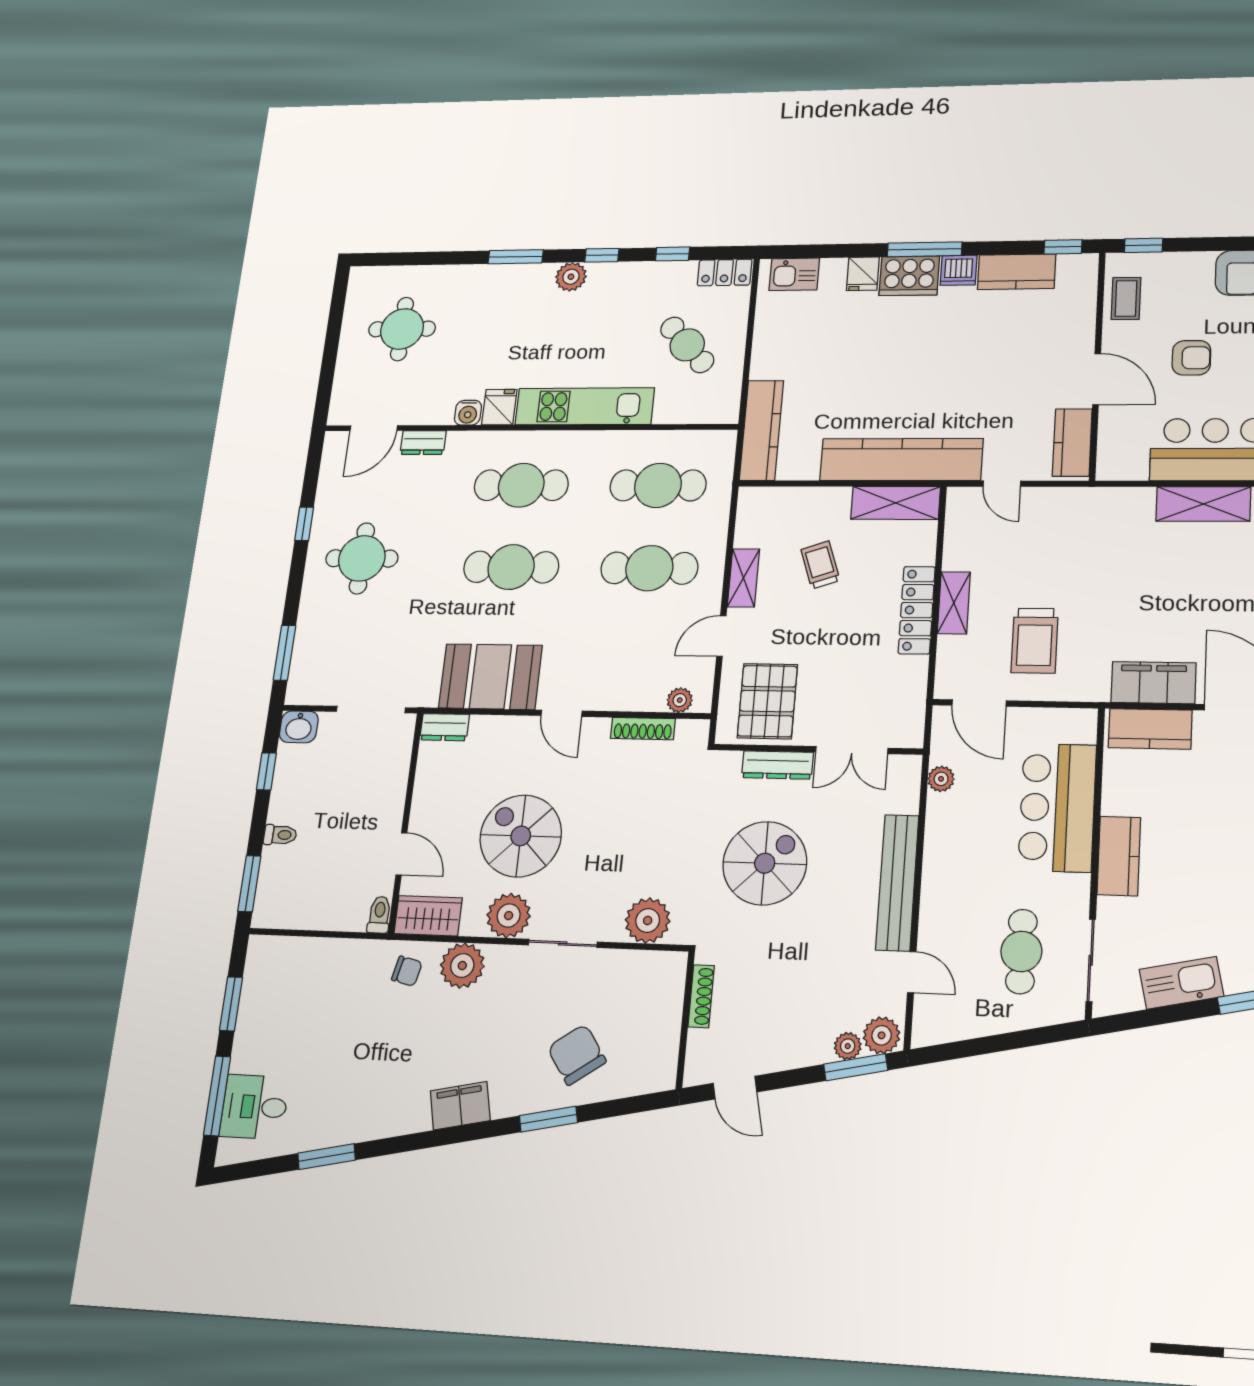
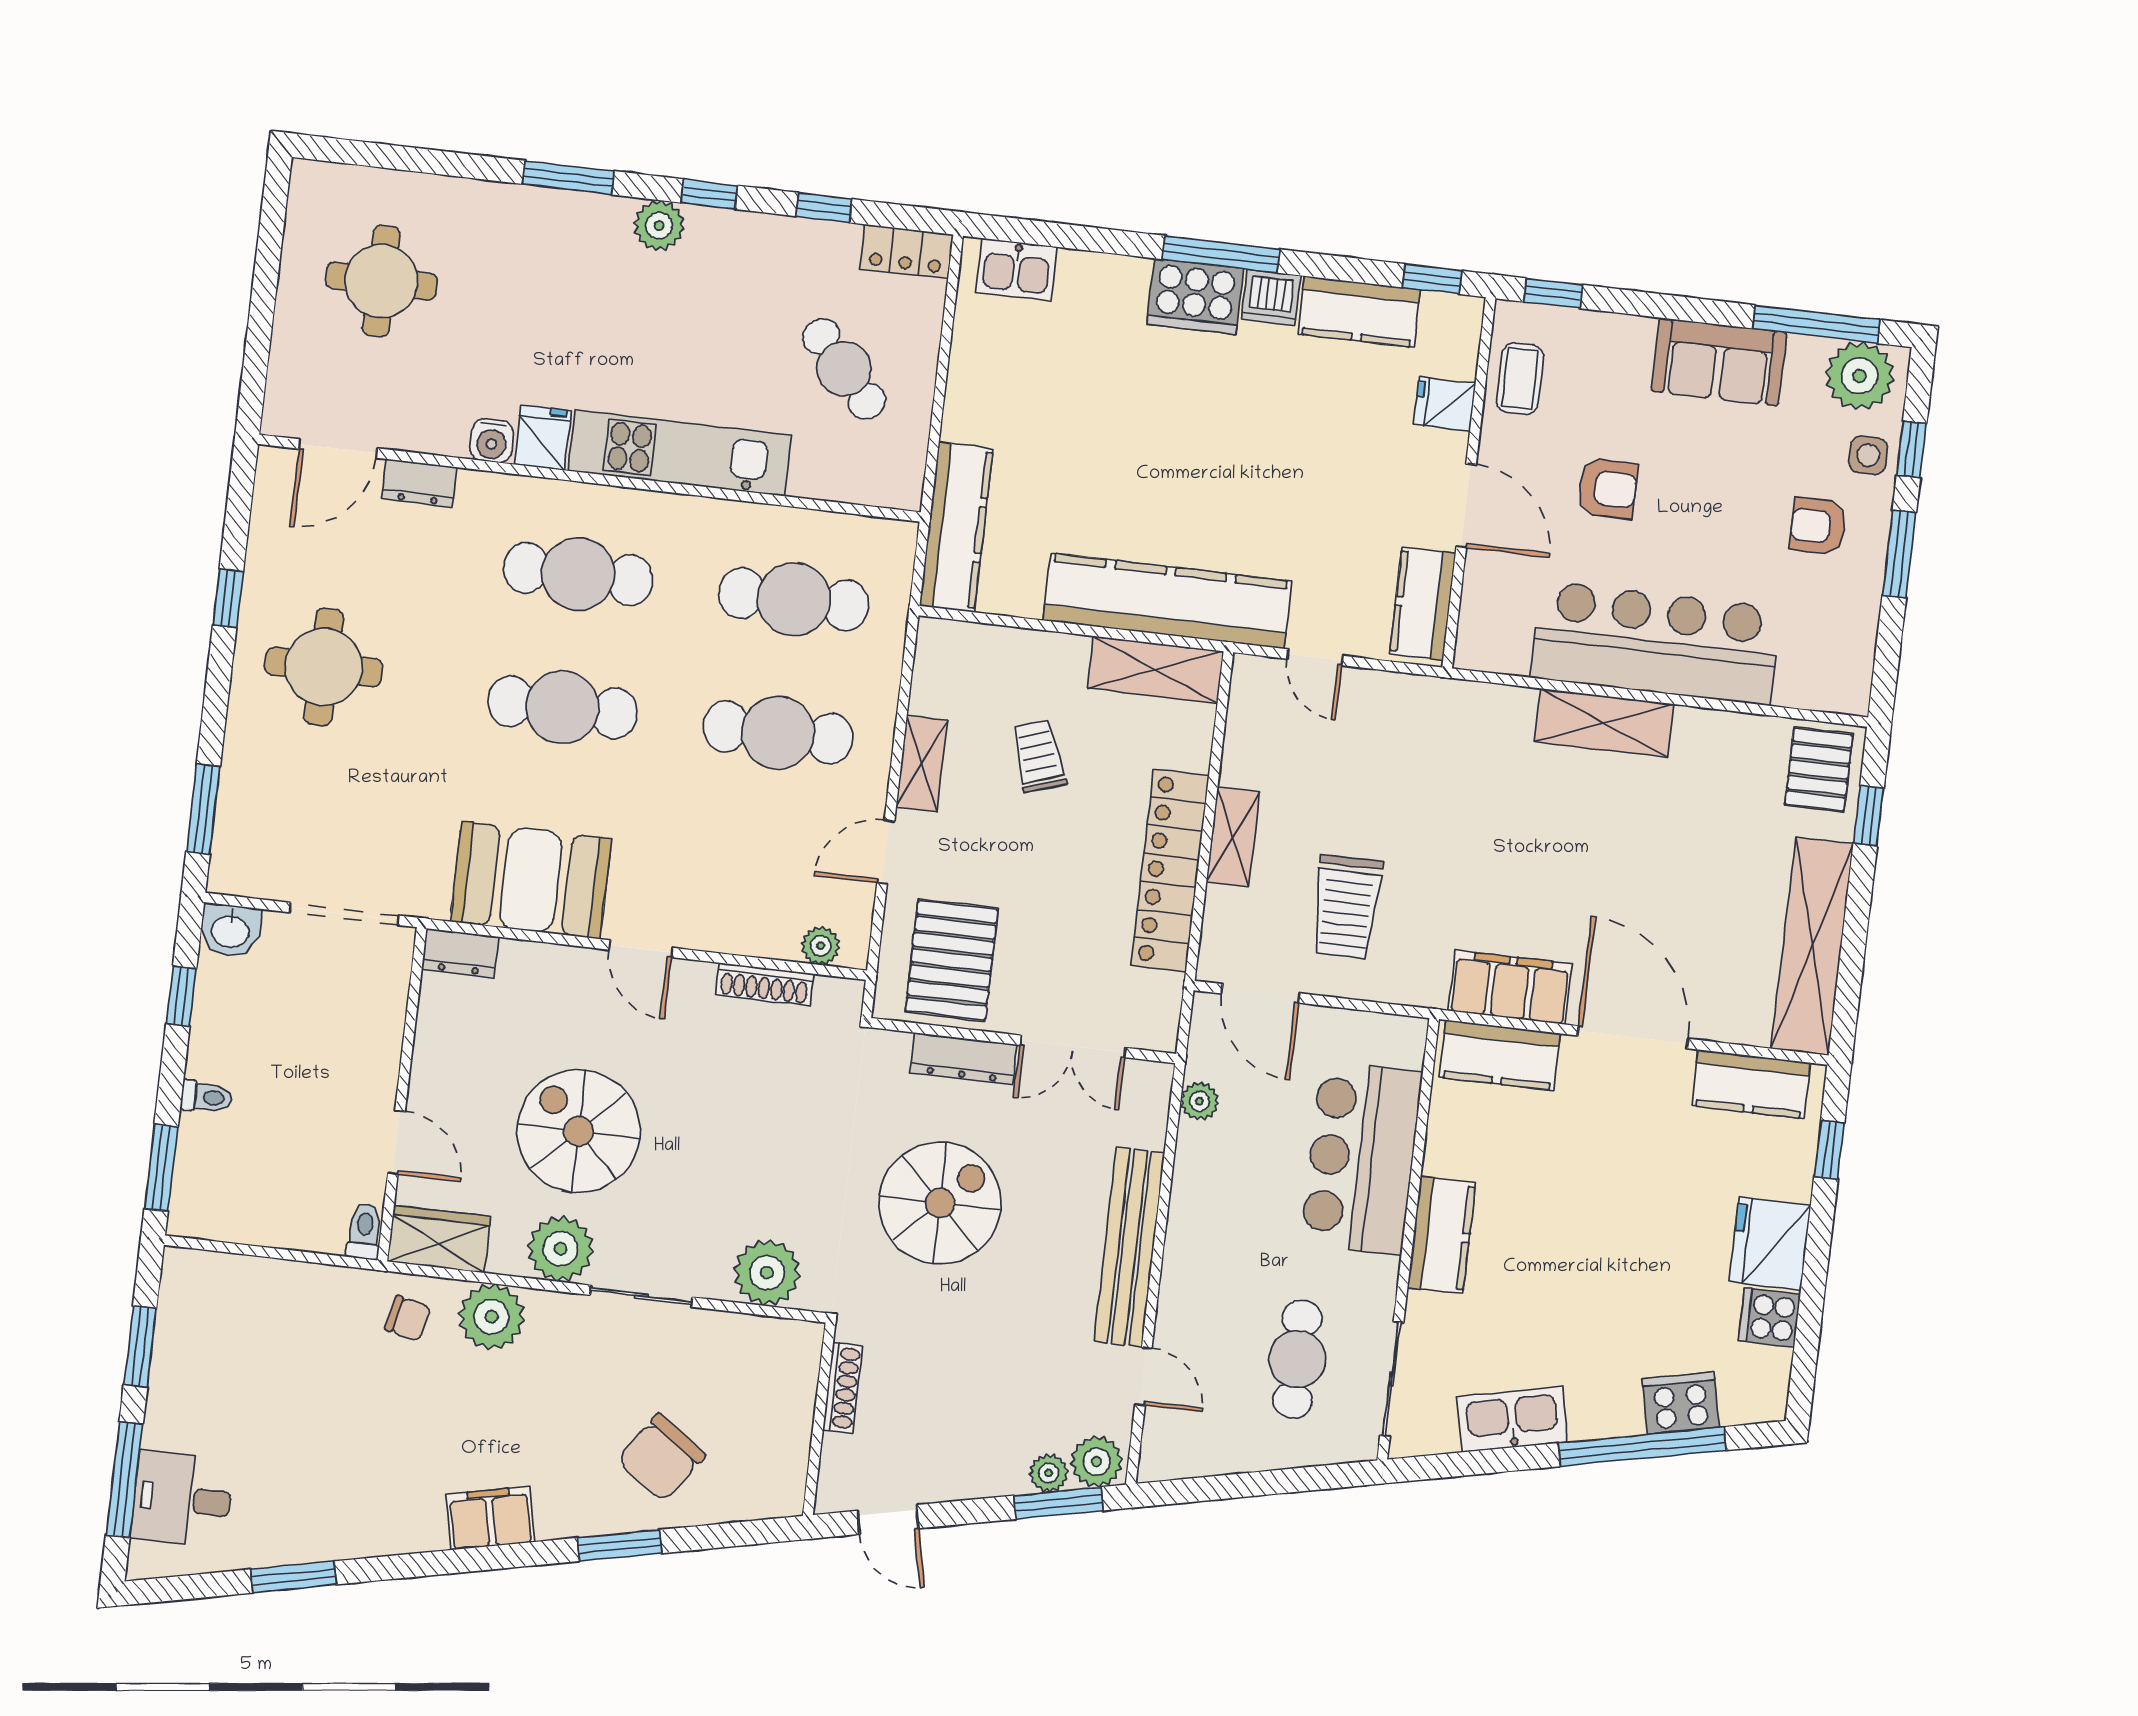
fridge: (863, 274) -> (1445, 404), moved, turned 90
locker: (917, 610) -> (1170, 870), width x1.41, depth x1.21
chair: (577, 1055) -> (661, 1458), turned -110

